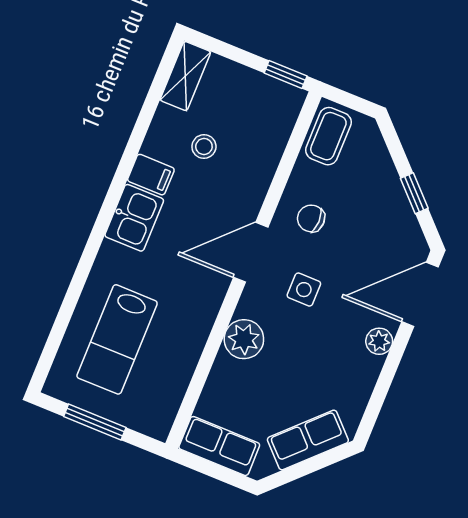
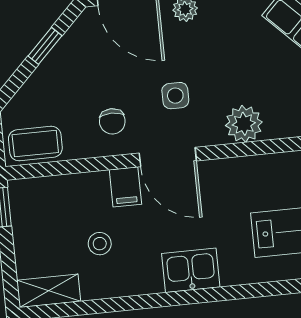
filing cabinet: (151, 175) -> (125, 187), moved, turned 180

